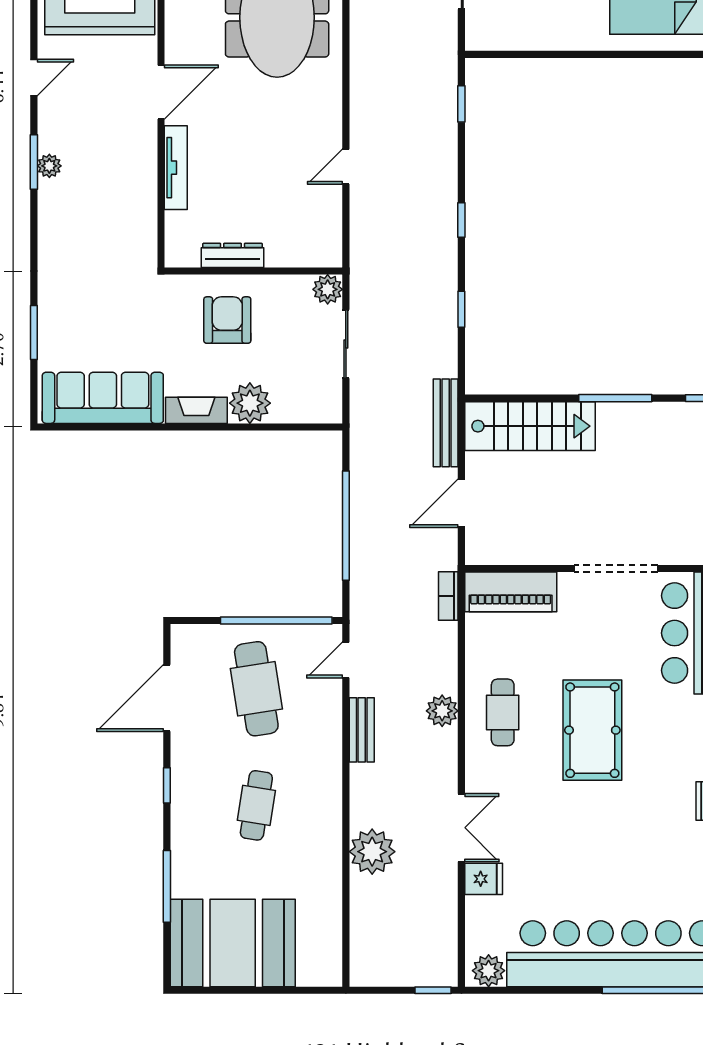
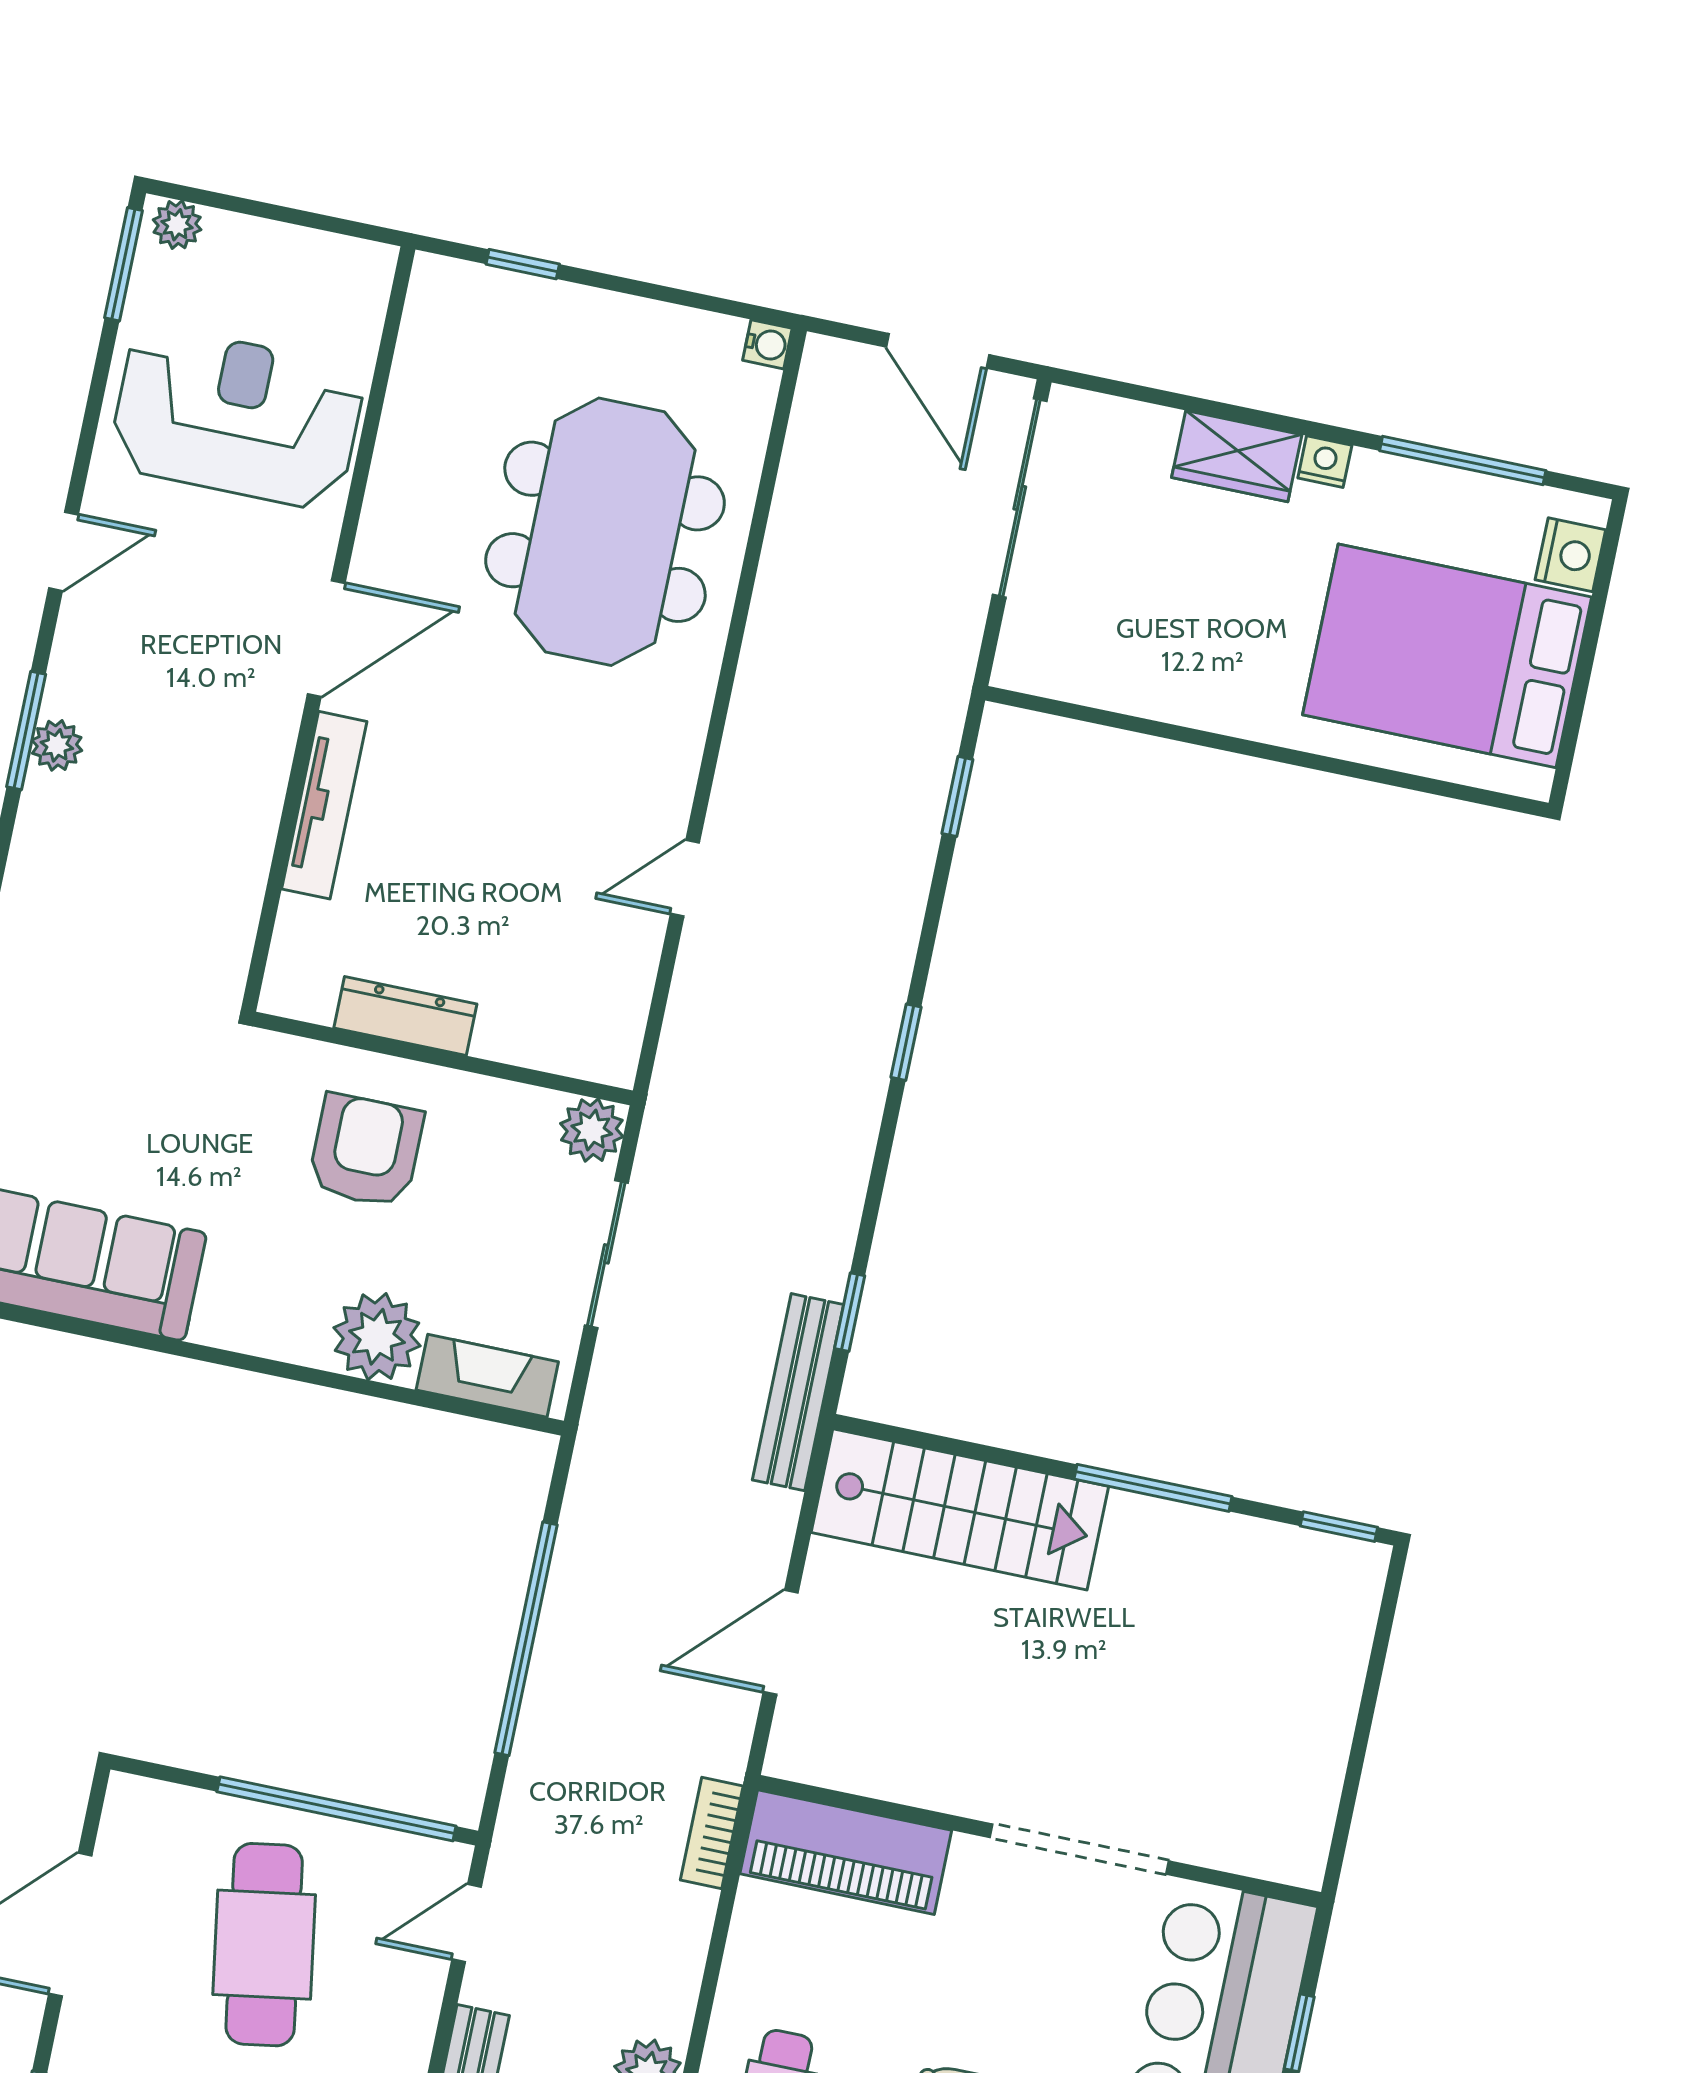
window: (461, 309) -> (850, 1312), moved
fireplace: (196, 410) -> (487, 1376), moved
bench: (446, 423) -> (798, 1392), moved

